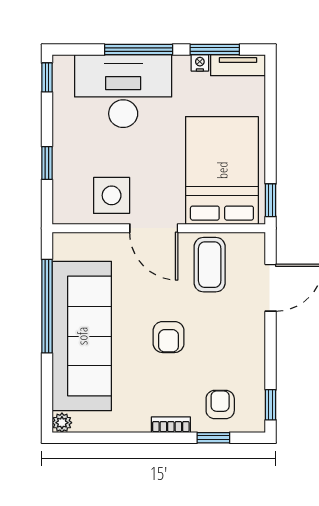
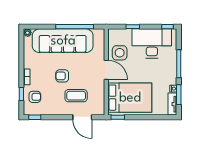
desk: (123, 91) -> (152, 43), moved, turned -90
door: (154, 228) -> (106, 70), swing flipped
coffee table: (210, 265) -> (76, 96), moved

